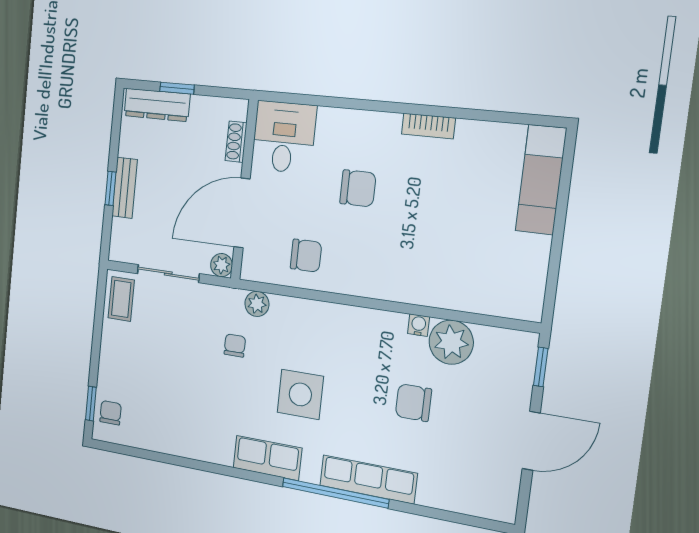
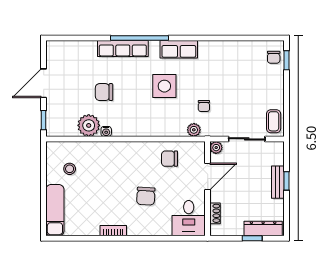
chair: (358, 188) -> (146, 196), turned -87
door: (242, 213) -> (208, 176), width x0.73
stool: (500, 261) -> (70, 169), added
chair: (413, 403) -> (104, 92), turned 180

